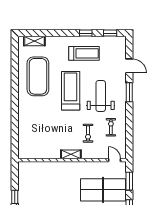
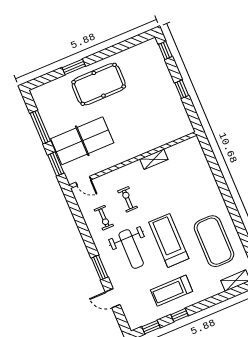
treadmill: (71, 91) -> (169, 240), turned 180
shelving: (71, 154) -> (154, 159), moved

